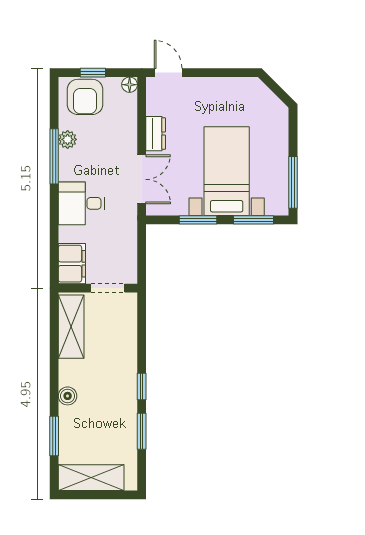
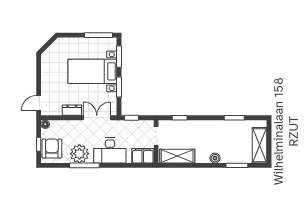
armchair: (85, 97) -> (52, 149), turned -90
plant: (68, 139) -> (79, 154), width x1.88, depth x1.88
desk: (82, 203) -> (110, 150), width x1.37
window: (142, 243) -> (131, 118), added
window: (142, 386) -> (180, 118), moved

